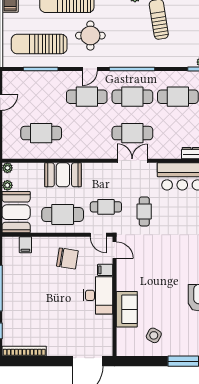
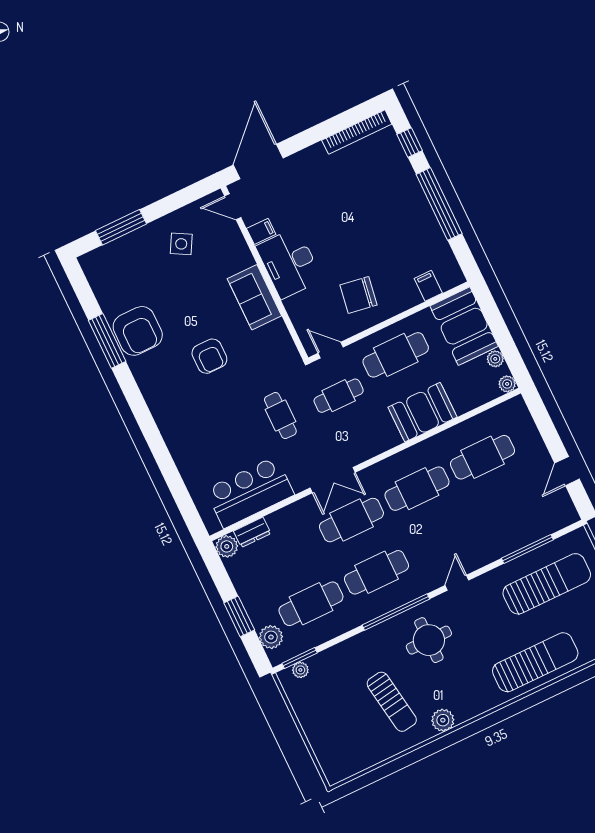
round table: (90, 36) -> (429, 640), moved
cafe table: (87, 97) -> (417, 489), moved
door: (115, 250) -> (233, 207), moved
armchair: (168, 264) -> (209, 356), added
filing cabinet: (105, 270) -> (261, 231), moved
sofa: (127, 309) -> (254, 297), moved

